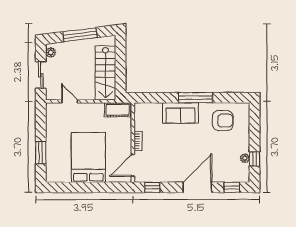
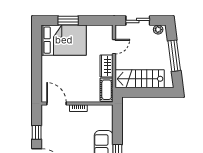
wardrobe: (91, 110) -> (107, 66), added
bed: (88, 157) -> (64, 40), moved
window: (152, 187) -> (37, 132), moved

